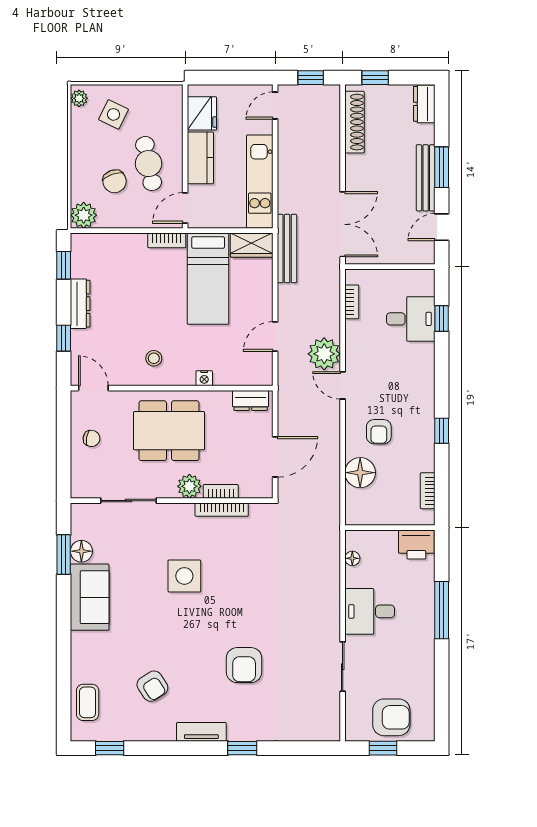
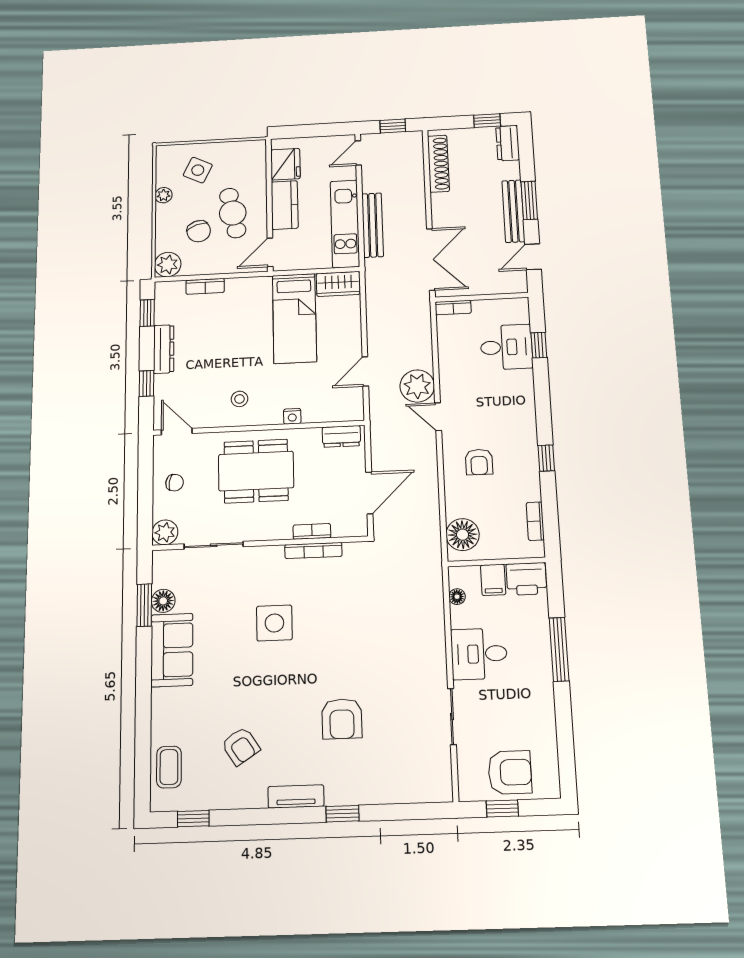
window: (375, 78) -> (487, 121), moved
plant: (79, 98) -> (164, 195), moved
bookcase: (167, 240) -> (205, 286), moved
bench: (287, 248) -> (373, 225), moved
bookcase: (352, 302) -> (453, 308), moved, turned 90
floor lamp: (360, 473) -> (463, 535), moved
plant: (189, 486) -> (165, 532), moved
filing cabinet: (386, 544) -> (493, 580), added

